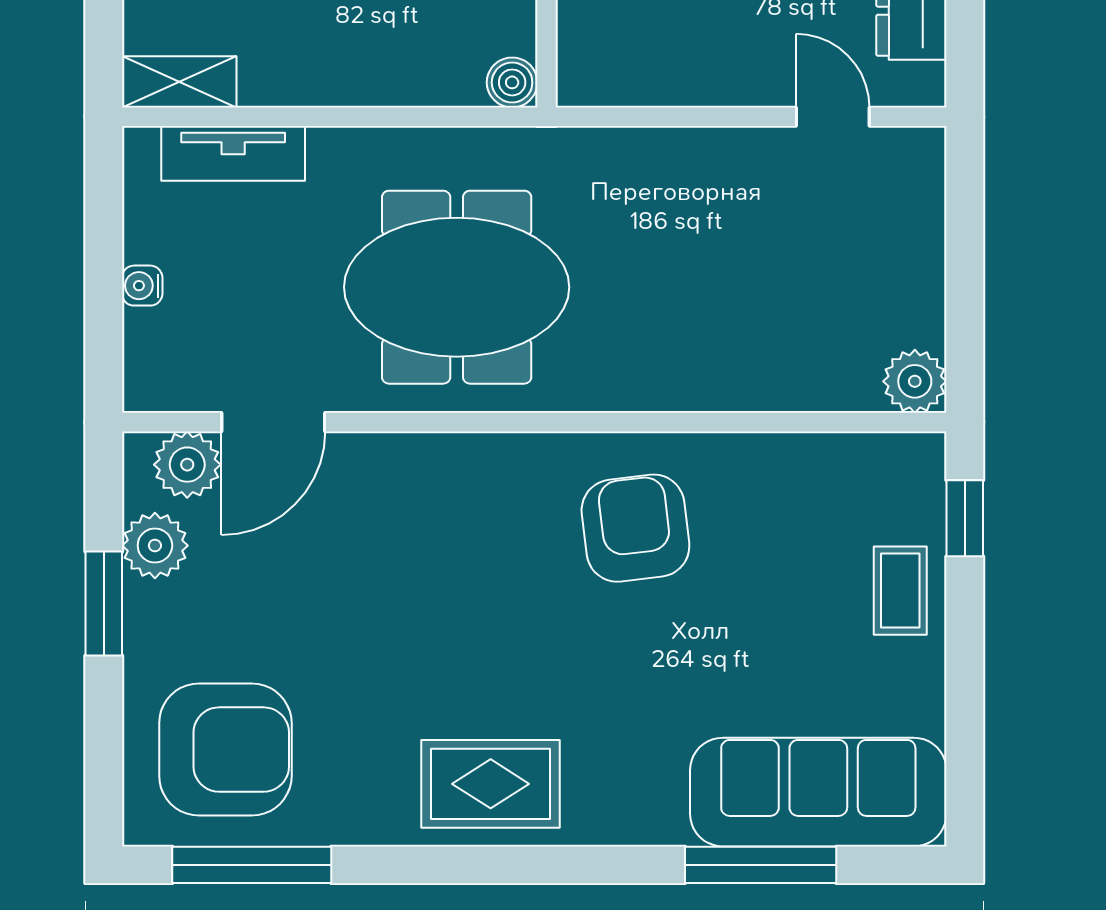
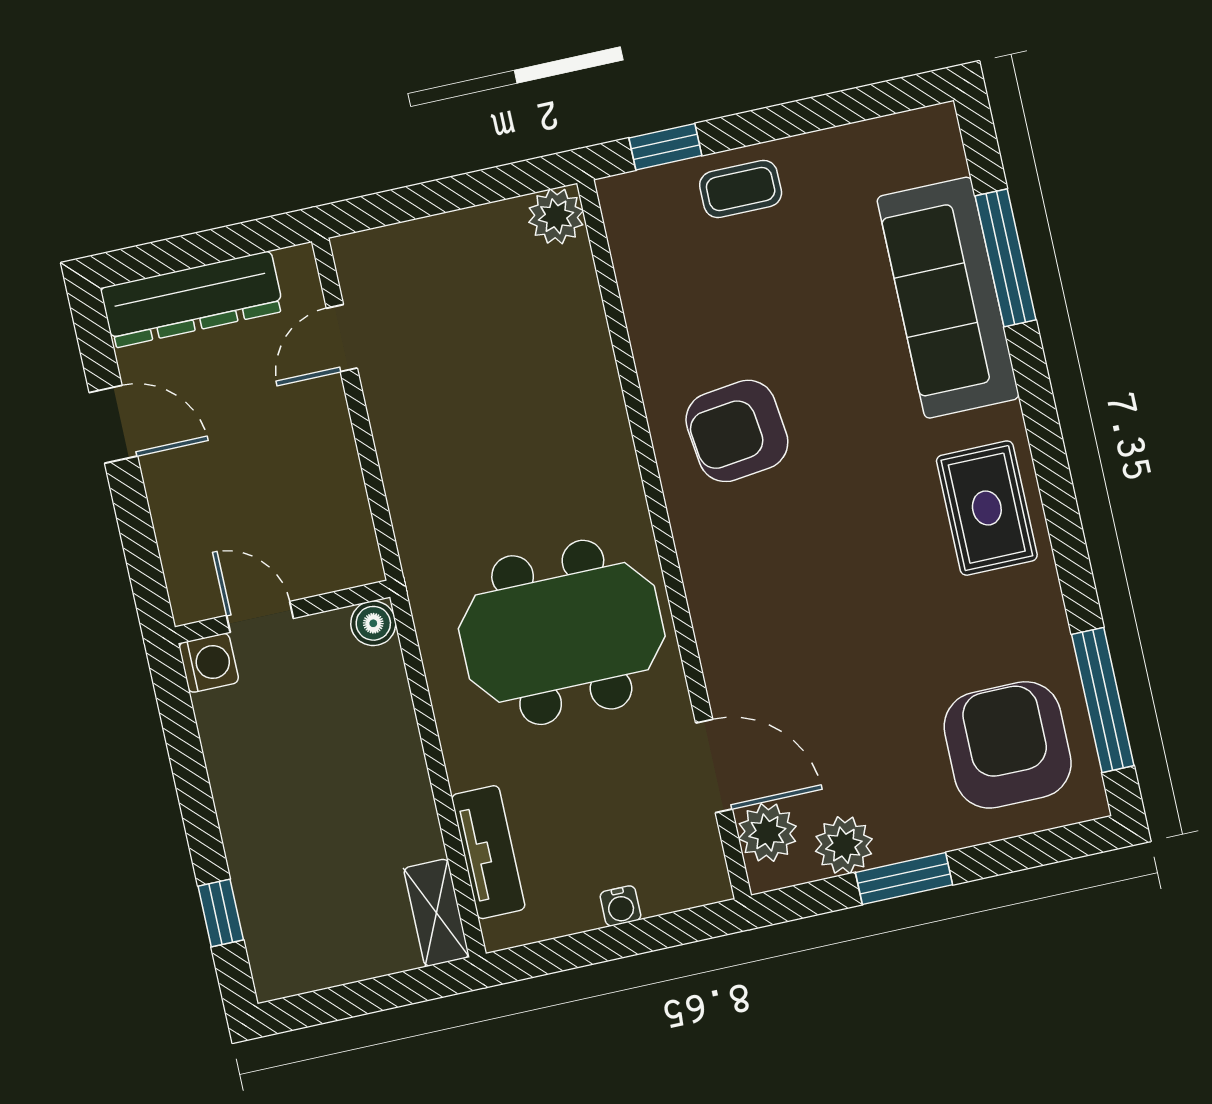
meeting table: (457, 287) -> (562, 632), turned 90
sofa: (818, 792) -> (948, 298), moved

